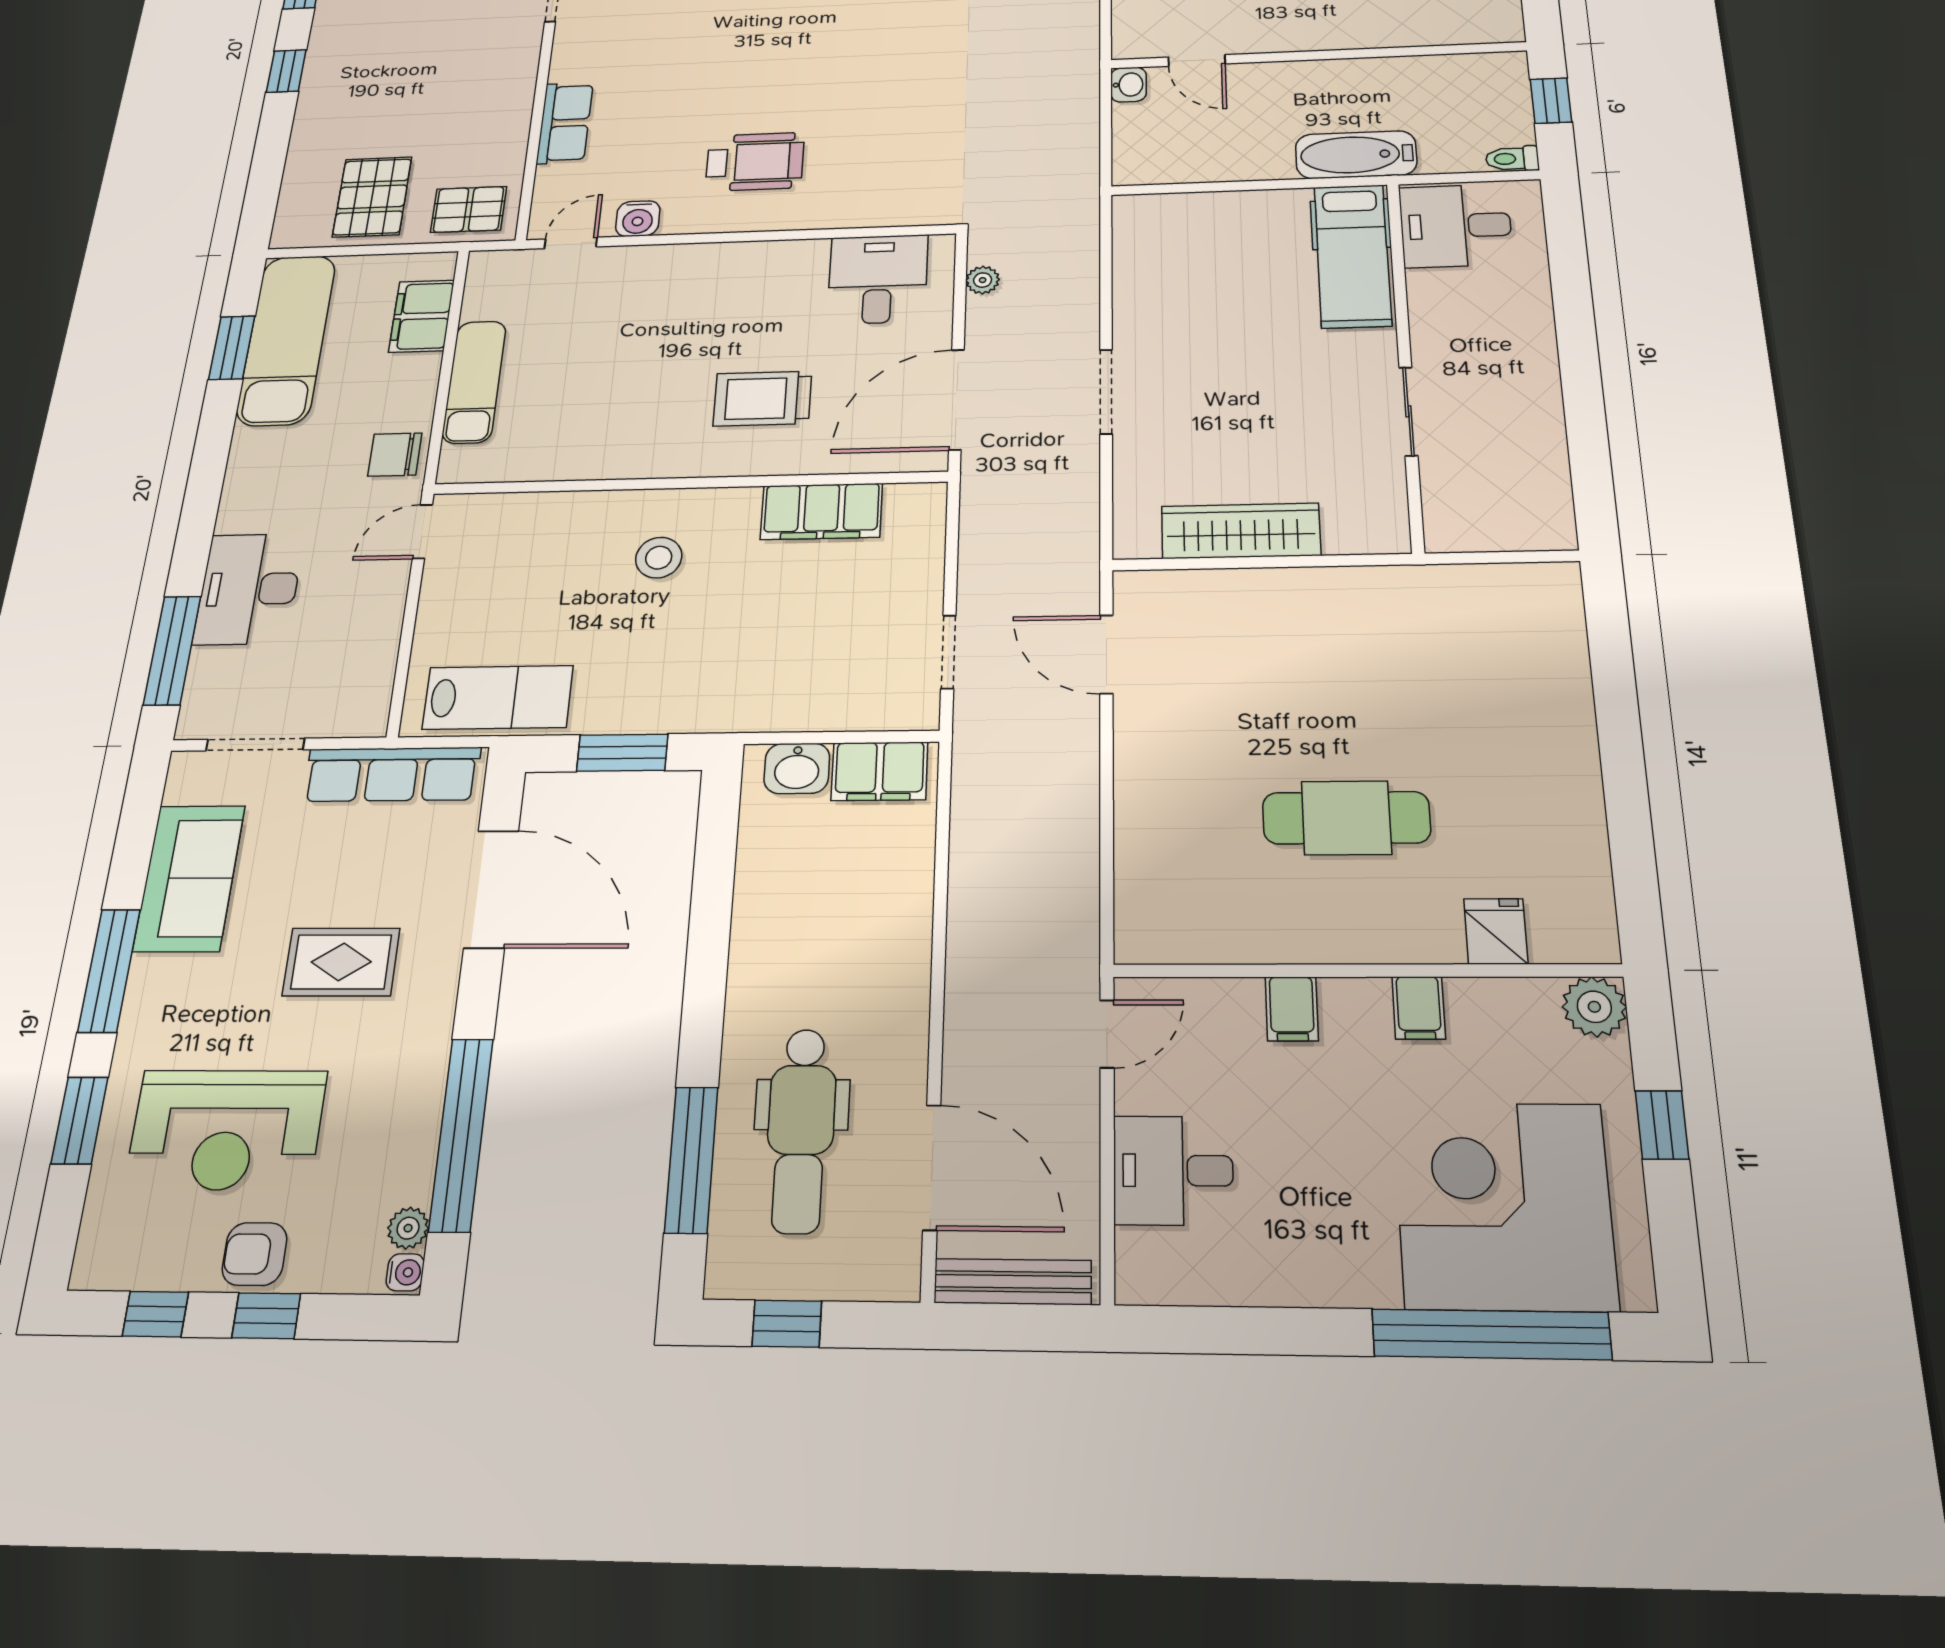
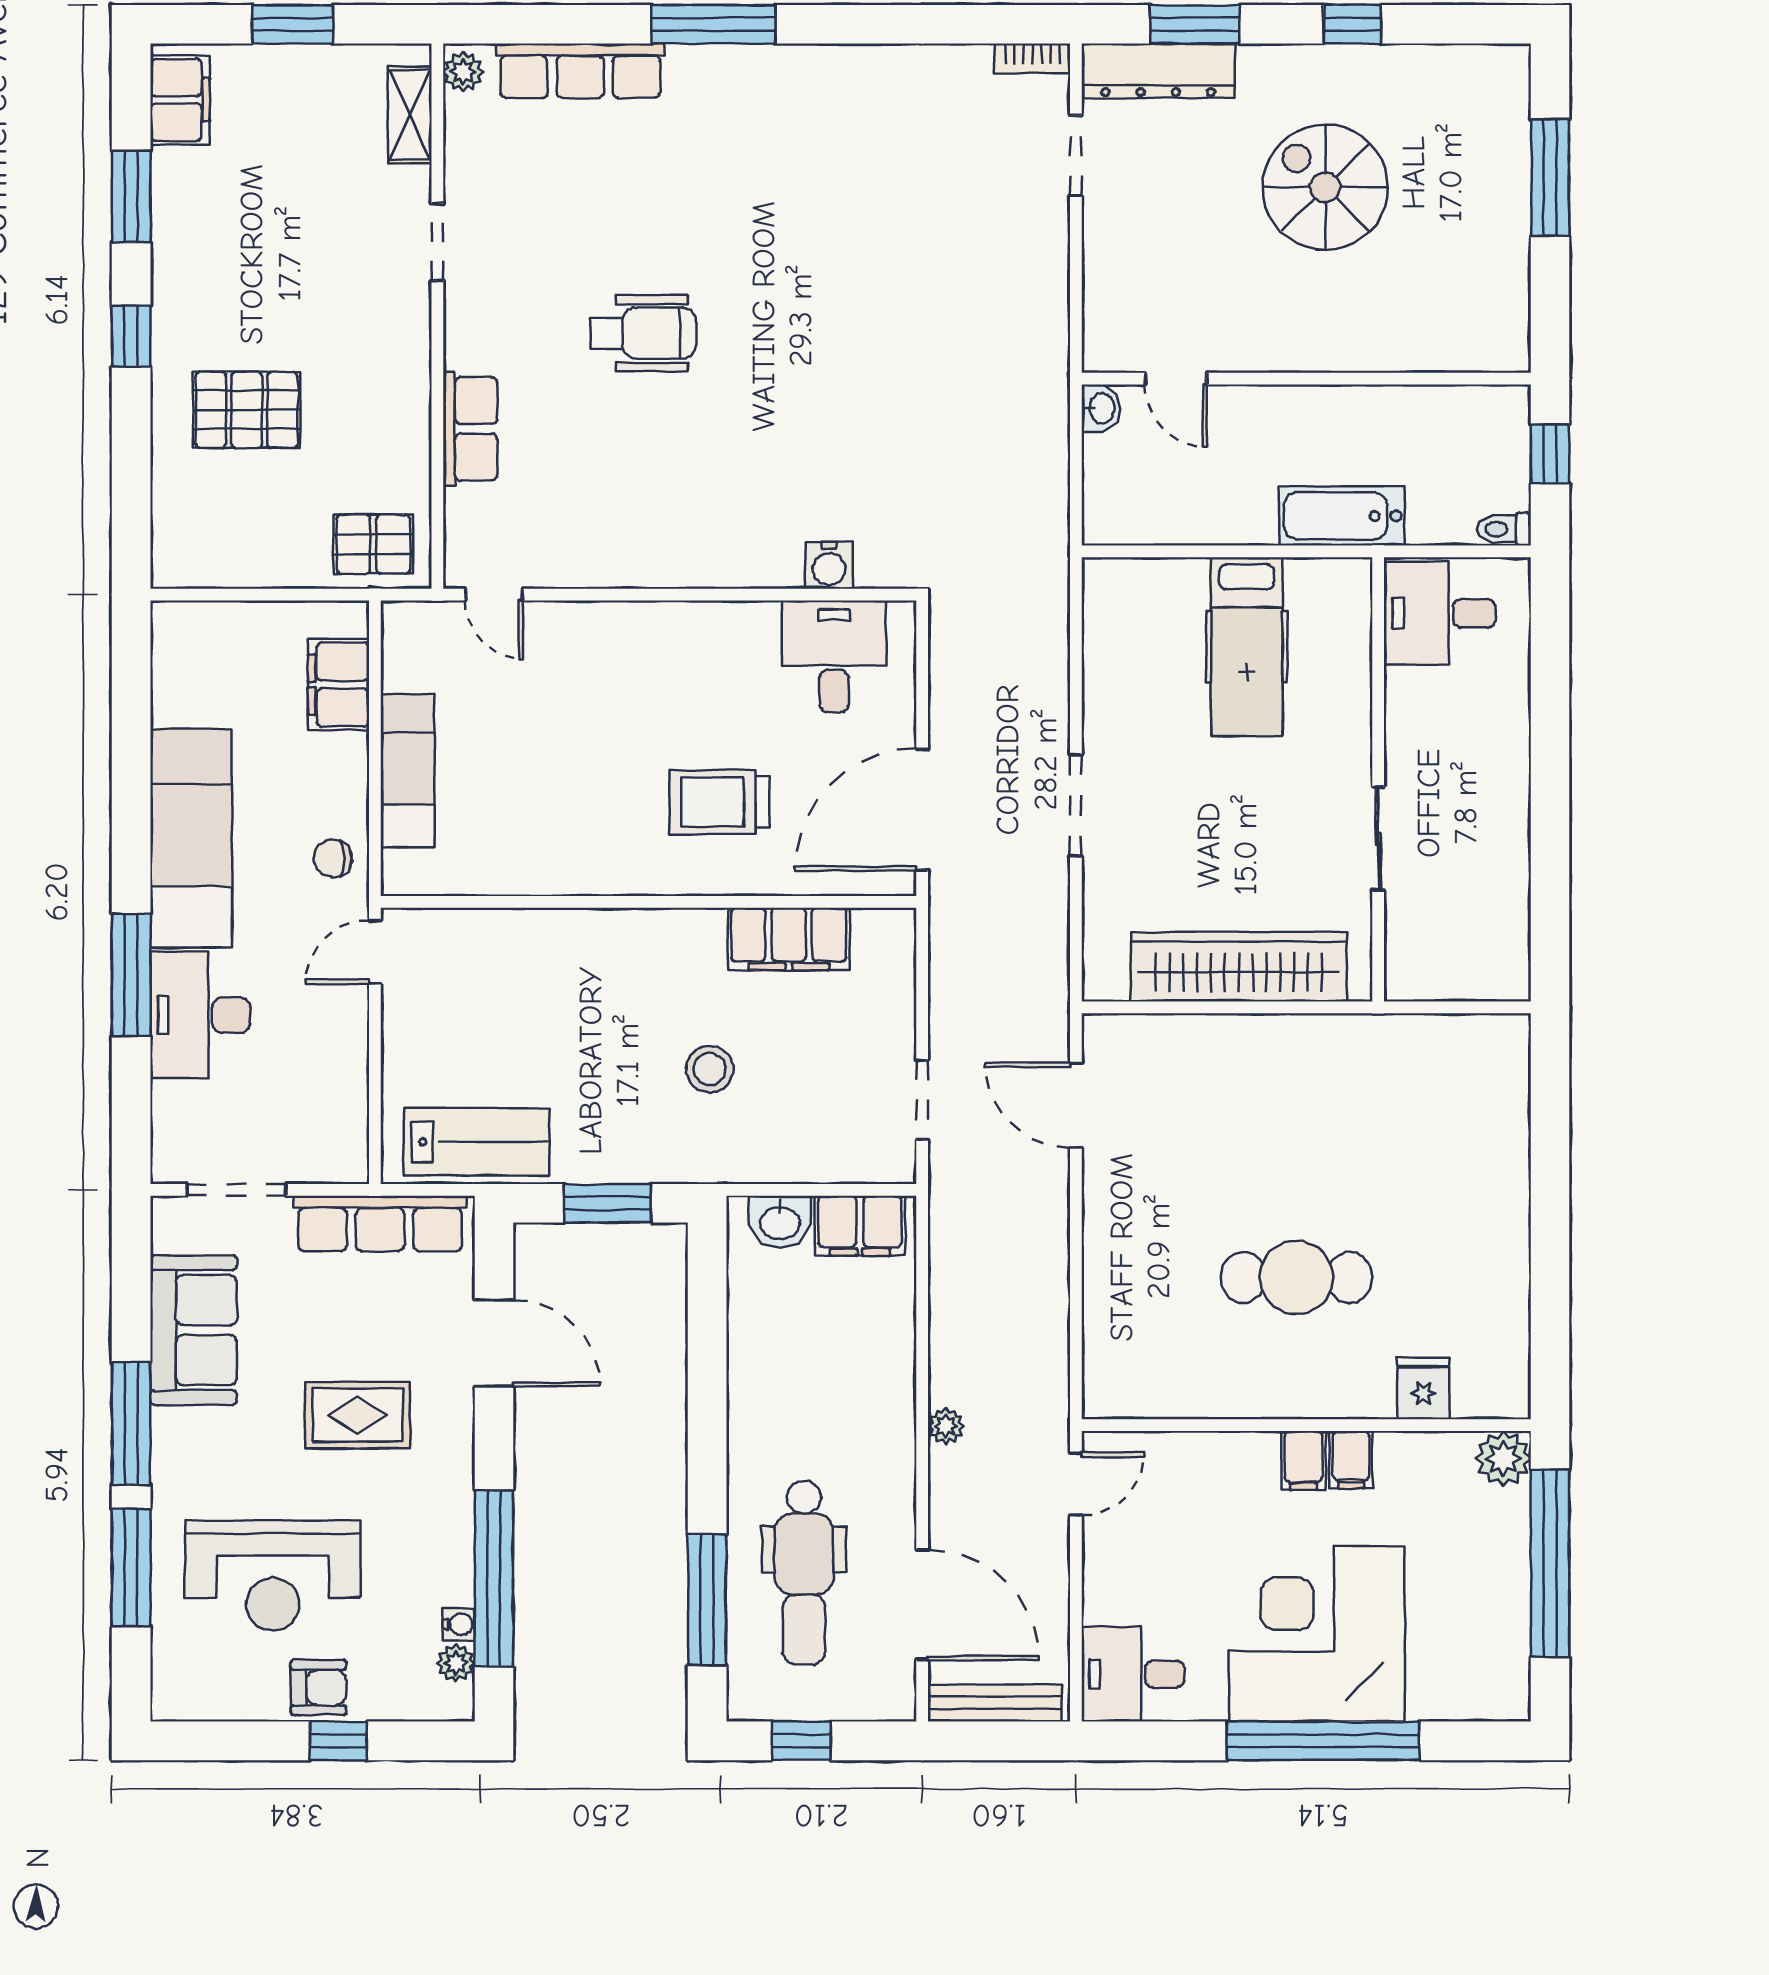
wheelchair: (755, 162) -> (643, 333), moved
pallet: (372, 197) -> (247, 410), moved, turned 90
water cooler: (638, 219) -> (829, 565), moved
door: (571, 243) -> (494, 595), swing flipped
hospital bed: (1352, 256) -> (1247, 647), moved
plant: (983, 280) -> (946, 1426), moved
exam couch: (286, 340) -> (191, 838), moved
window: (232, 348) -> (131, 718), removed
chair: (395, 455) -> (333, 859), width x0.73, depth x0.73
wardrobe: (1241, 531) -> (1239, 967), width x1.40, depth x1.17
stool: (659, 558) -> (710, 1069), moved
window: (172, 650) -> (131, 975), moved
door: (491, 889) -> (494, 1343), width x0.73
filing cabinet: (1292, 1009) -> (1303, 1460), moved
window: (80, 1120) -> (131, 1568), width x1.44
window: (1662, 1125) -> (1550, 1564), width x3.17
desk: (1173, 1170) -> (1133, 1674), moved
corner desk: (1504, 1205) -> (1317, 1634), moved
armchair: (255, 1254) -> (318, 1687), turned 180
water cooler: (405, 1272) -> (459, 1624), moved
window: (155, 1314) -> (236, 1741), removed
window: (1491, 1334) -> (1323, 1741), moved

